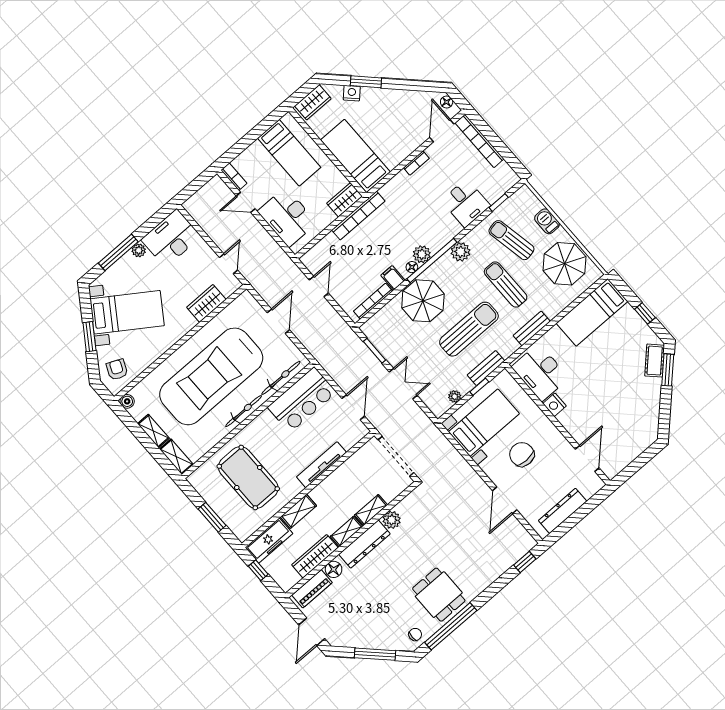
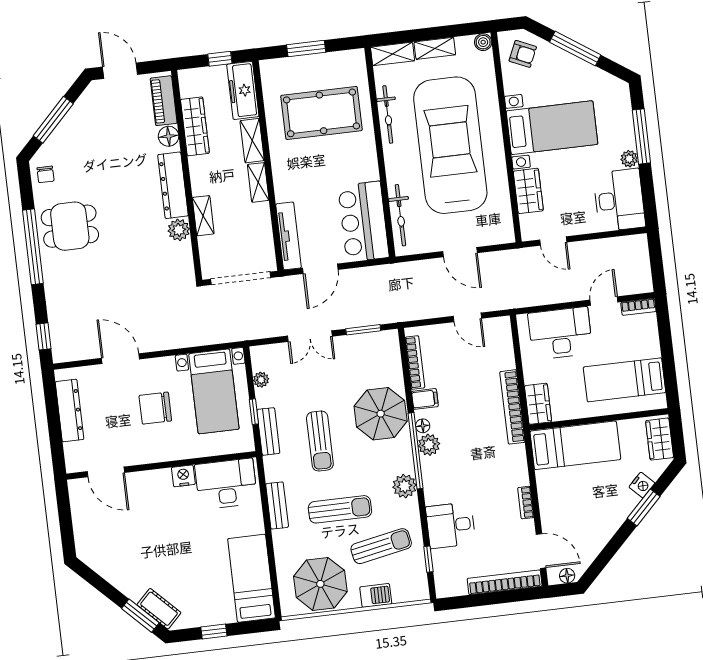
bed with nightstands: (127, 312) -> (552, 128), moved, turned -124
sun lounger: (469, 329) -> (320, 441), width x0.73, depth x0.75
window: (89, 337) -> (575, 49), width x1.44
door: (353, 407) -> (320, 269), hinge flipped
bicycle: (244, 411) -> (388, 114), moved
chair: (522, 454) -> (155, 408), turned 180
tv unit: (321, 465) -> (289, 236), moved
shelving: (346, 531) -> (258, 182), moved
window: (451, 626) -> (33, 247), moved

